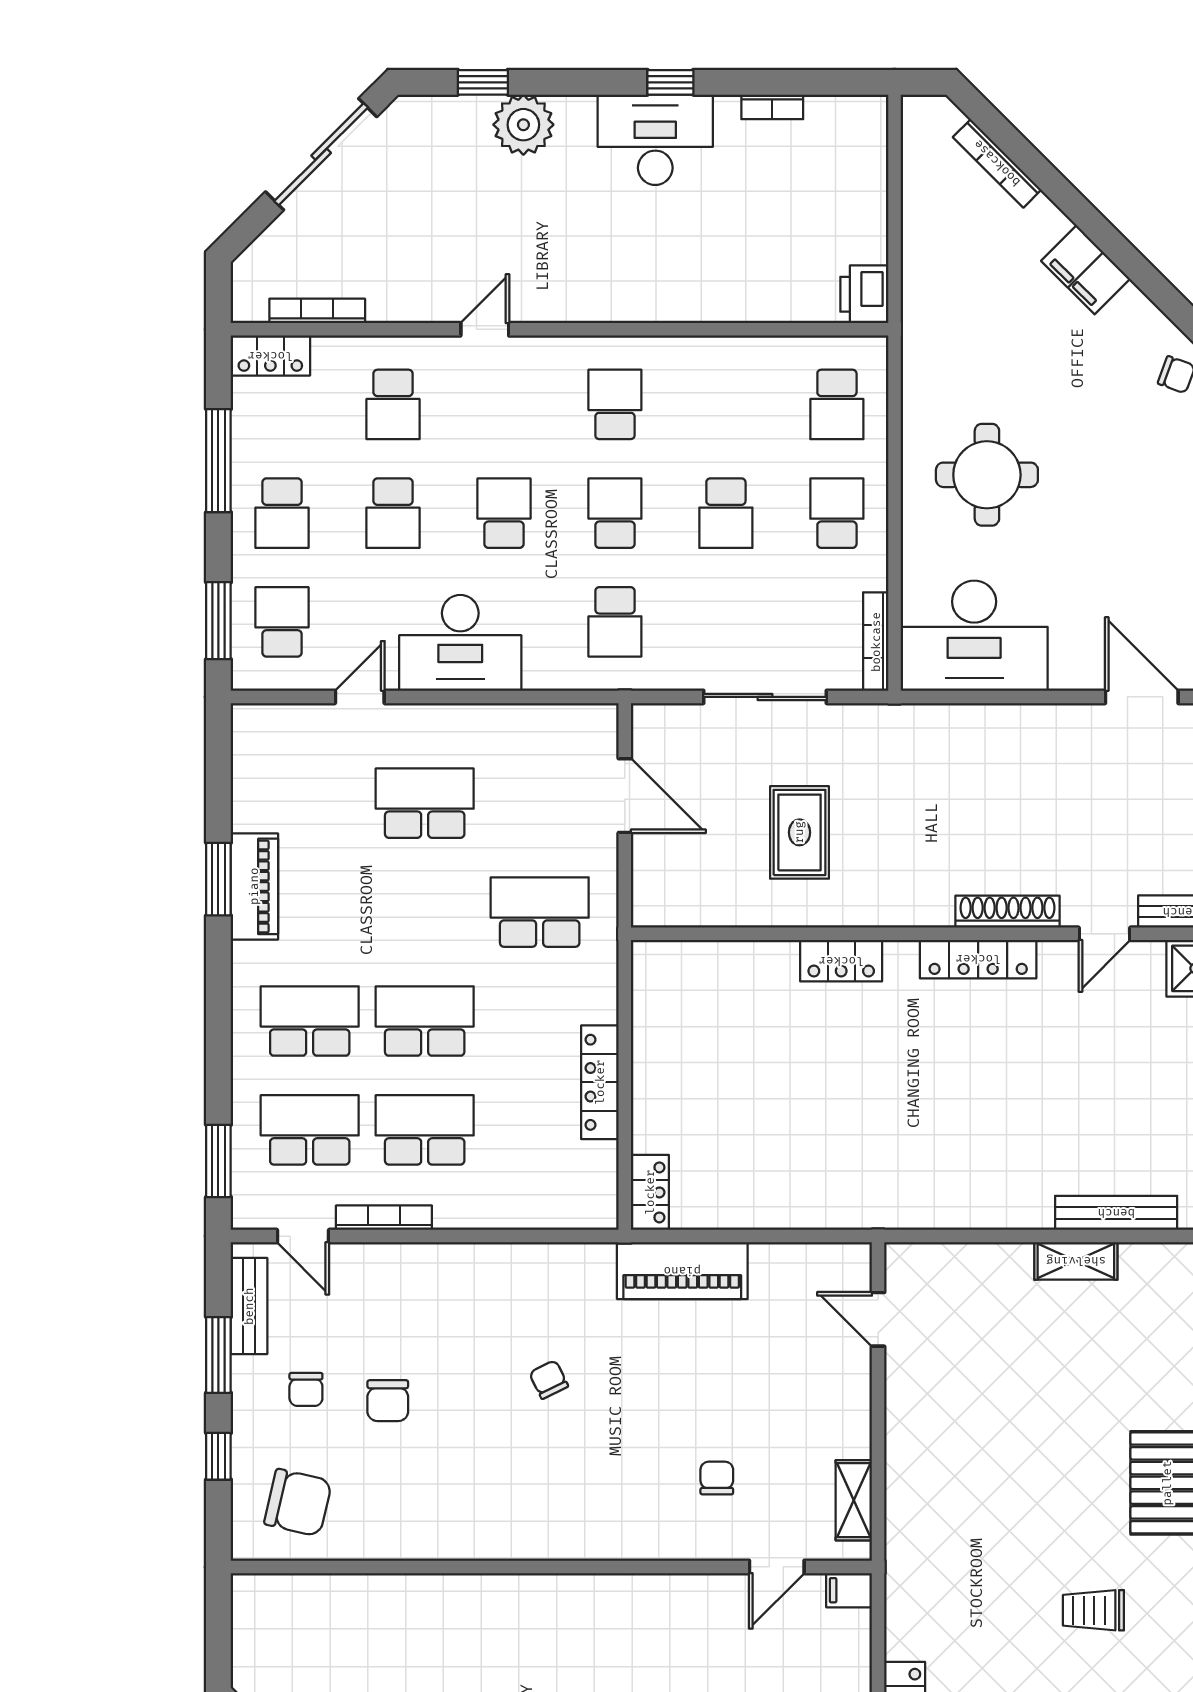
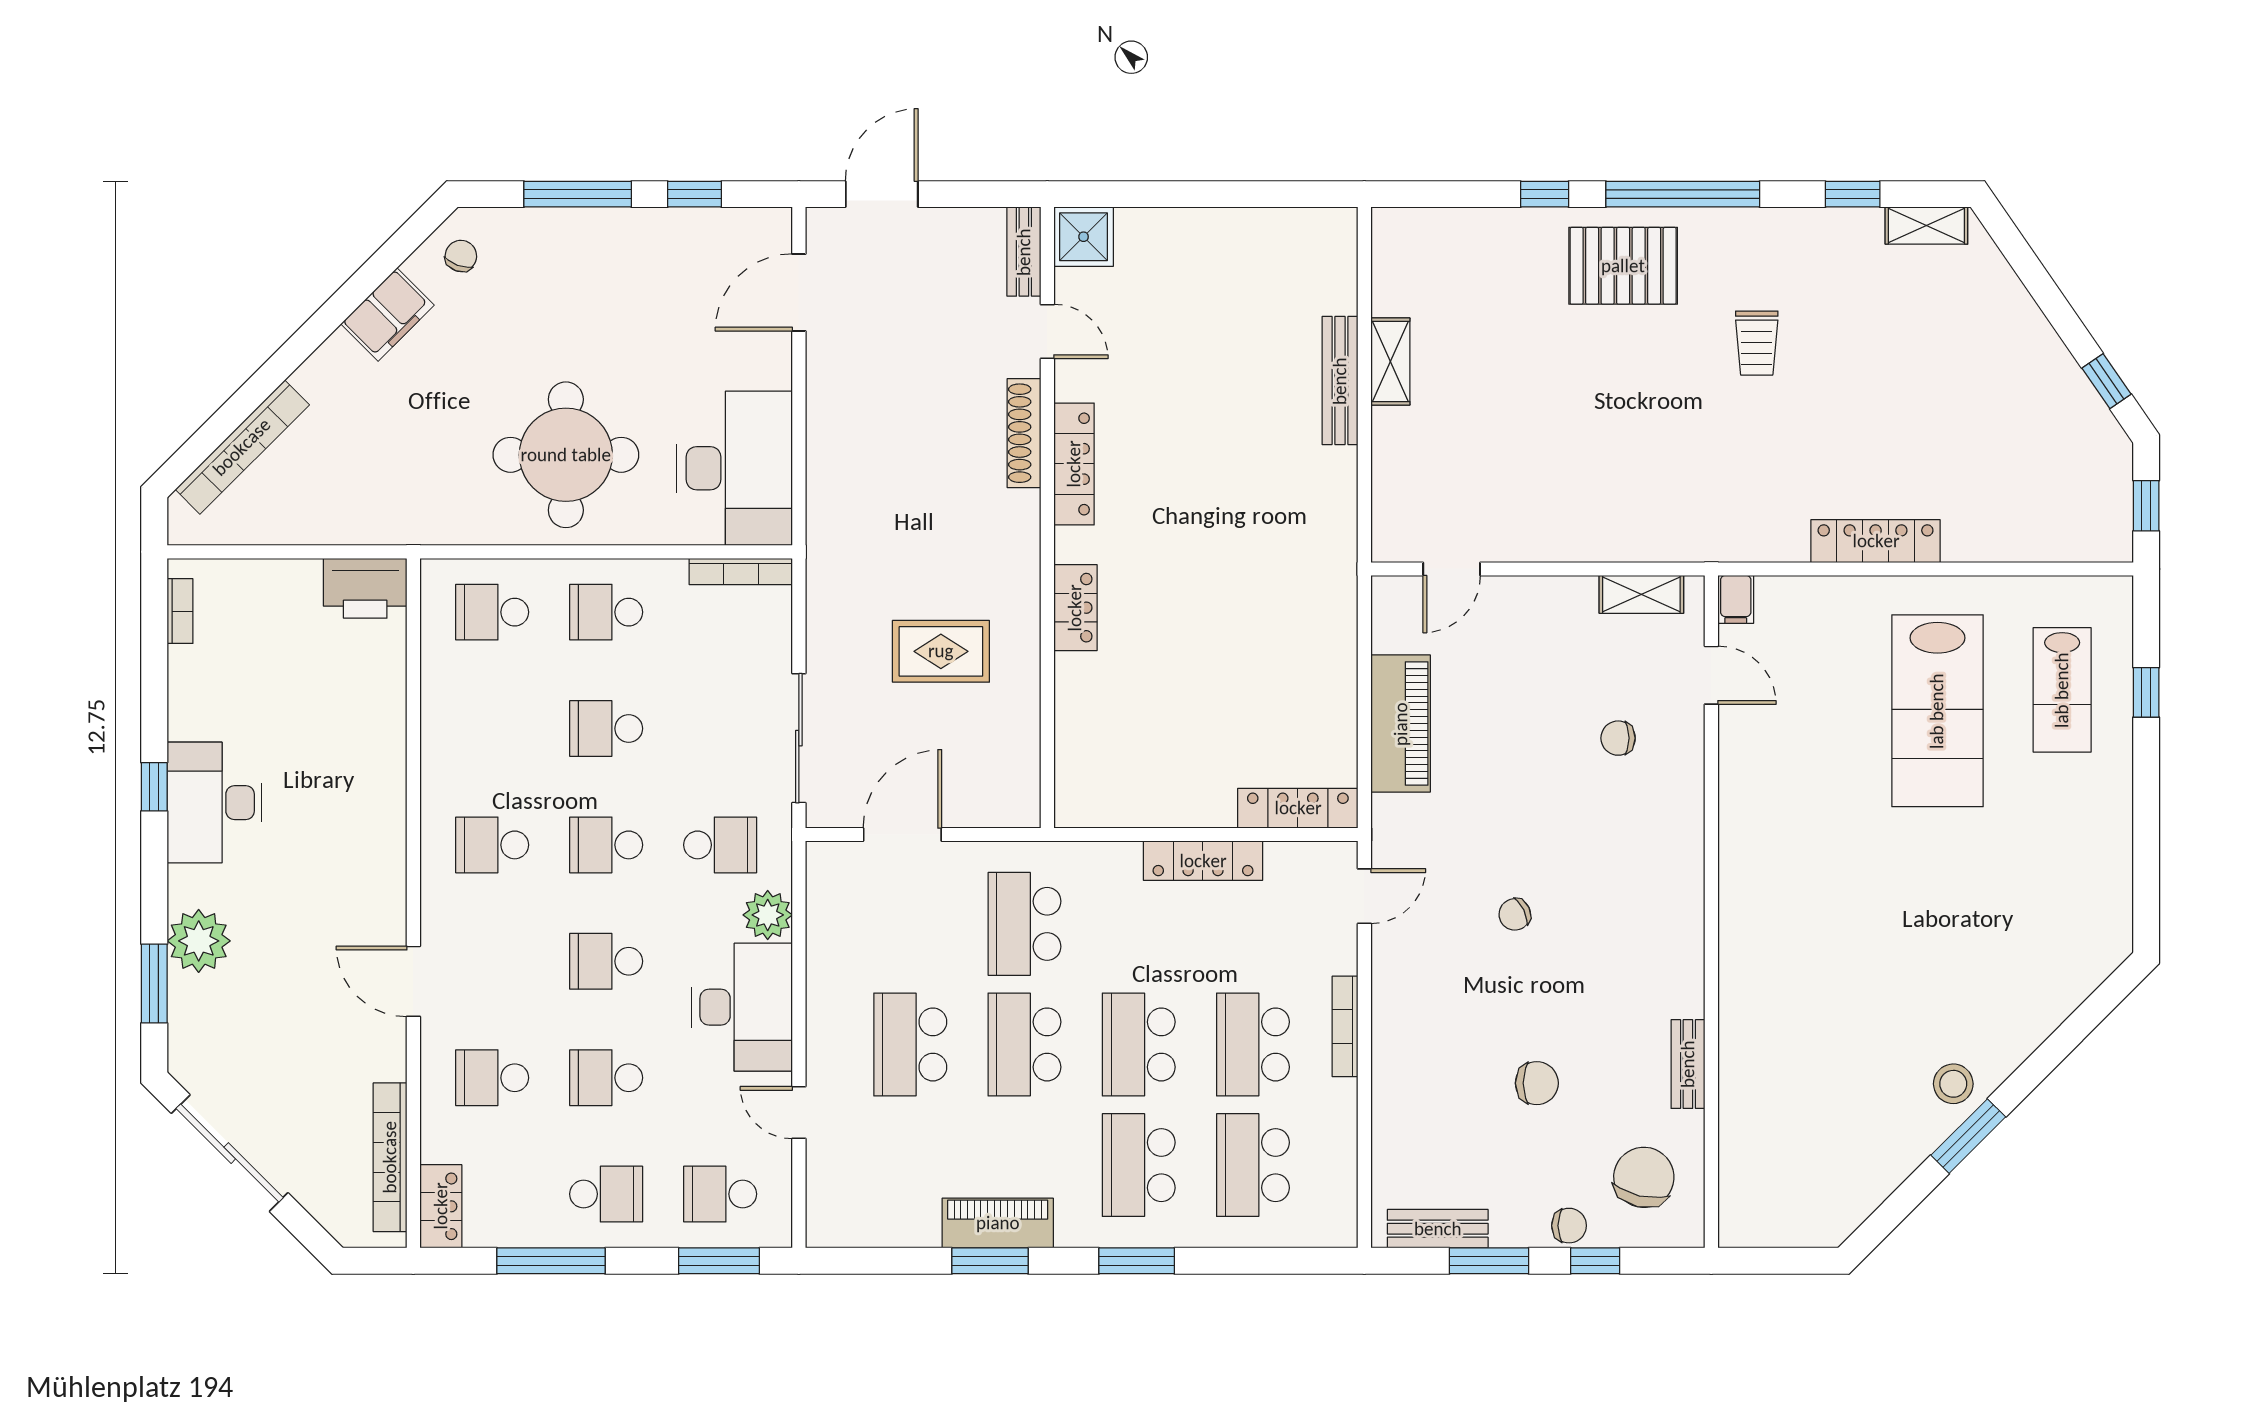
window: (483, 82) -> (154, 984), width x1.50
bookcase: (772, 107) -> (180, 611), moved
bookcase: (997, 163) -> (242, 447), width x1.48, depth x1.31
filing cabinet: (1086, 270) -> (387, 315), moved
printer: (864, 294) -> (365, 588), width x1.37, depth x1.19
bookcase: (317, 311) -> (390, 1157), width x1.48, depth x1.31
door: (485, 329) -> (413, 981), width x1.38
school desk: (393, 404) -> (492, 1078), turned 180
school desk: (837, 404) -> (492, 612), turned 180
round table: (987, 475) -> (566, 455), width x1.36, depth x1.36
school desk: (393, 513) -> (606, 1078), turned 180
school desk: (726, 513) -> (606, 729), turned 180
plant: (548, 667) -> (768, 915), added
sliding door: (765, 697) -> (799, 738), moved
school desk: (425, 912) -> (1025, 1044), added
window: (218, 1161) -> (1137, 1261), moved
locker: (650, 1192) -> (1298, 808), width x1.53
bench: (1116, 1213) -> (1340, 381), moved
bookcase: (384, 1218) -> (1345, 1026), moved
door: (303, 1236) -> (1364, 896), moved
piano: (682, 1271) -> (1401, 724), moved
chair: (306, 1389) -> (1569, 1226), moved
bench: (406, 1545) -> (1688, 1064), added

